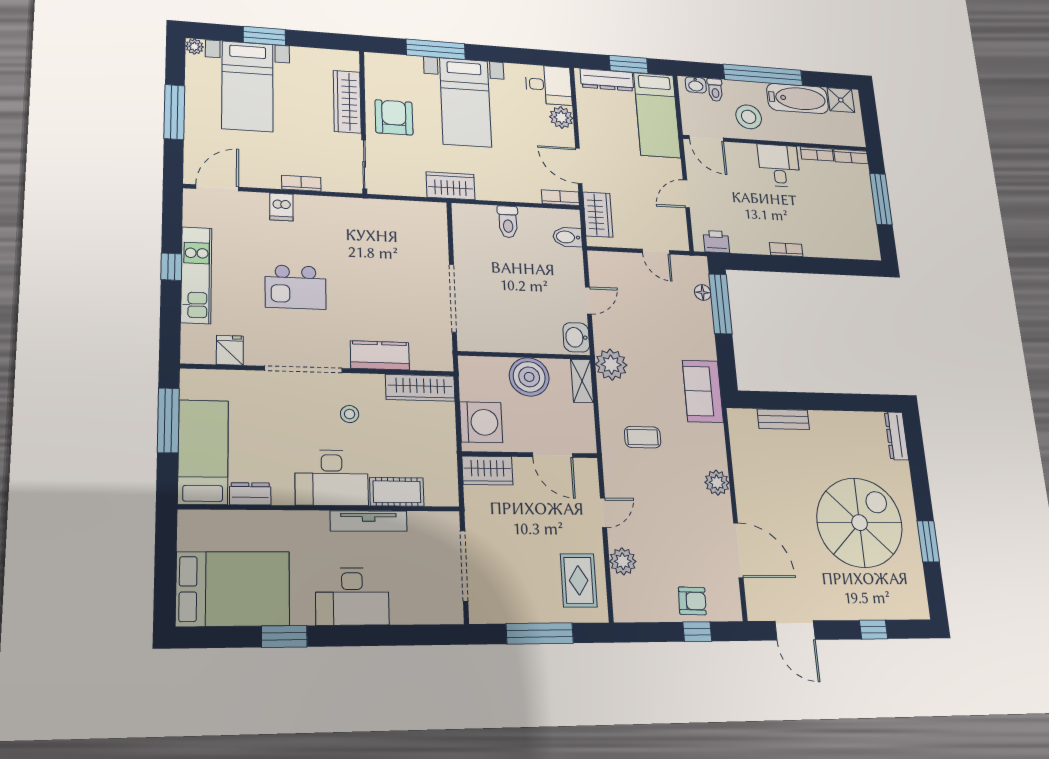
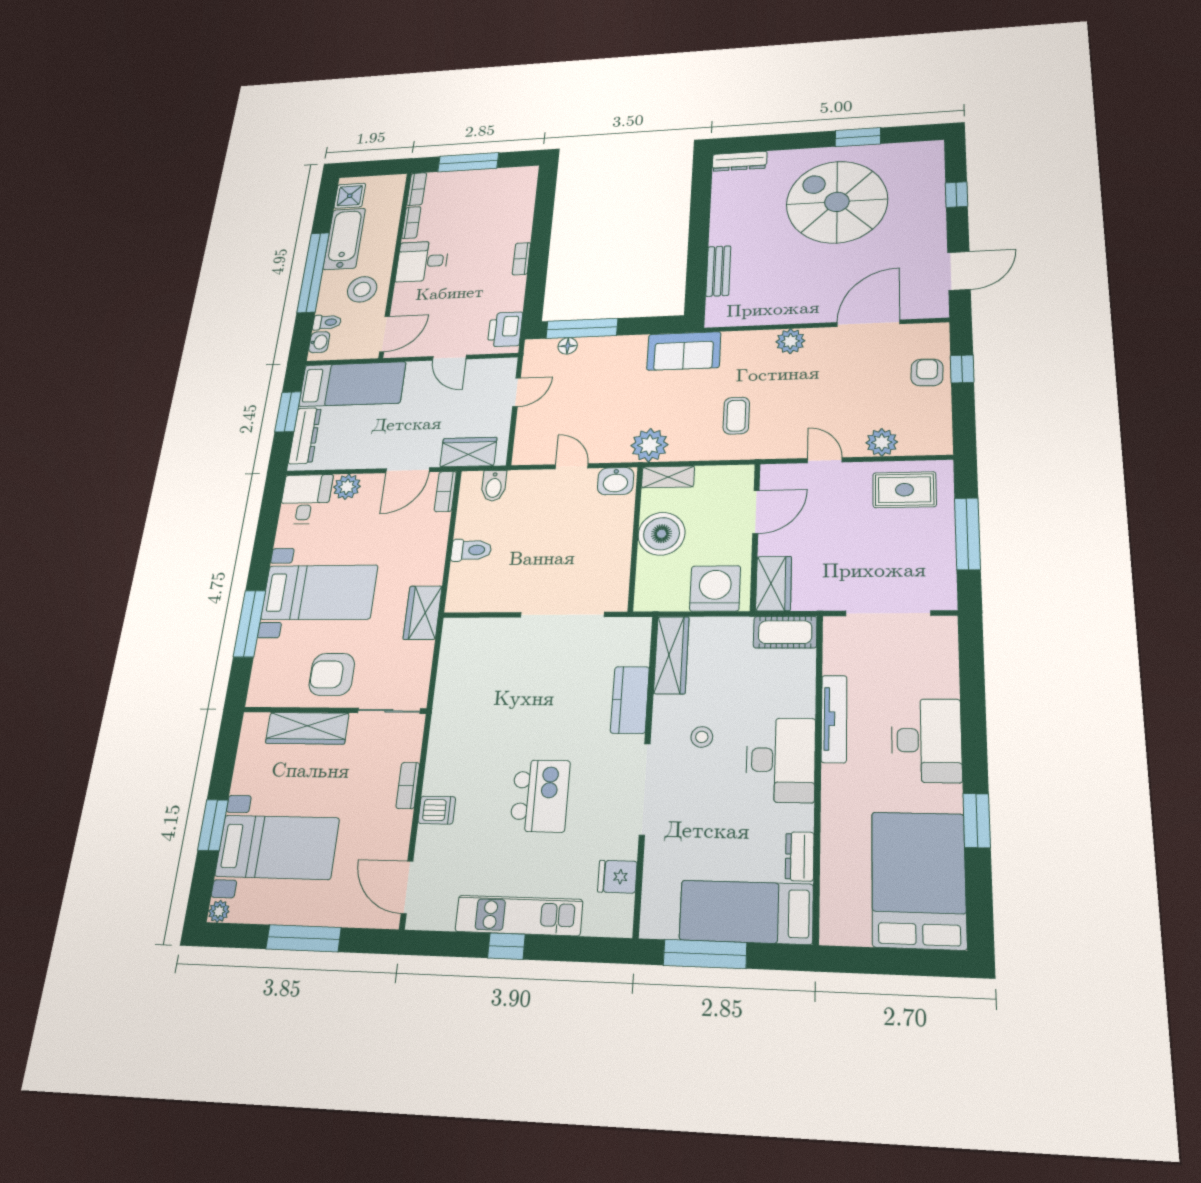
printer: (716, 242) -> (505, 329), width x1.36, depth x1.24
cot: (397, 492) -> (785, 632), moved, turned 90

